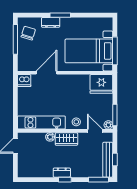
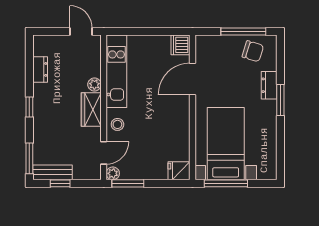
door: (46, 73) -> (192, 79), swing flipped
fridge: (101, 84) -> (179, 171), width x0.53, depth x0.75
bench: (108, 160) -> (52, 172), width x0.73
dresser: (62, 173) -> (40, 69), moved

